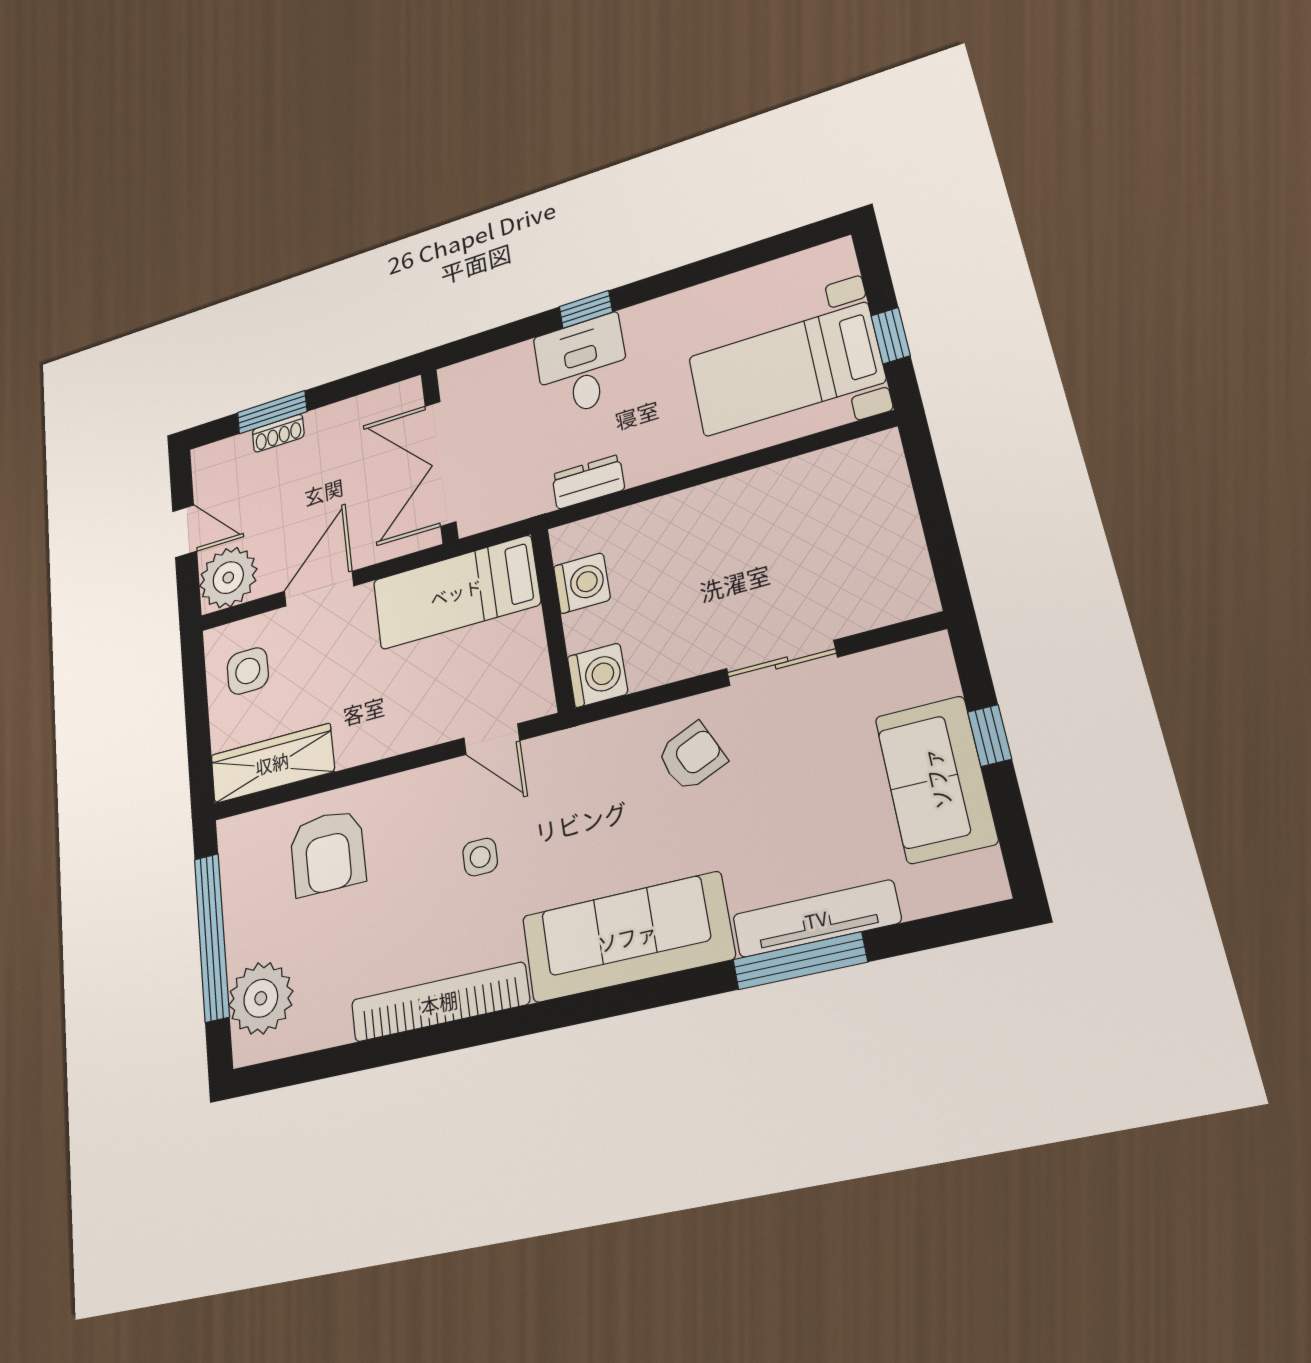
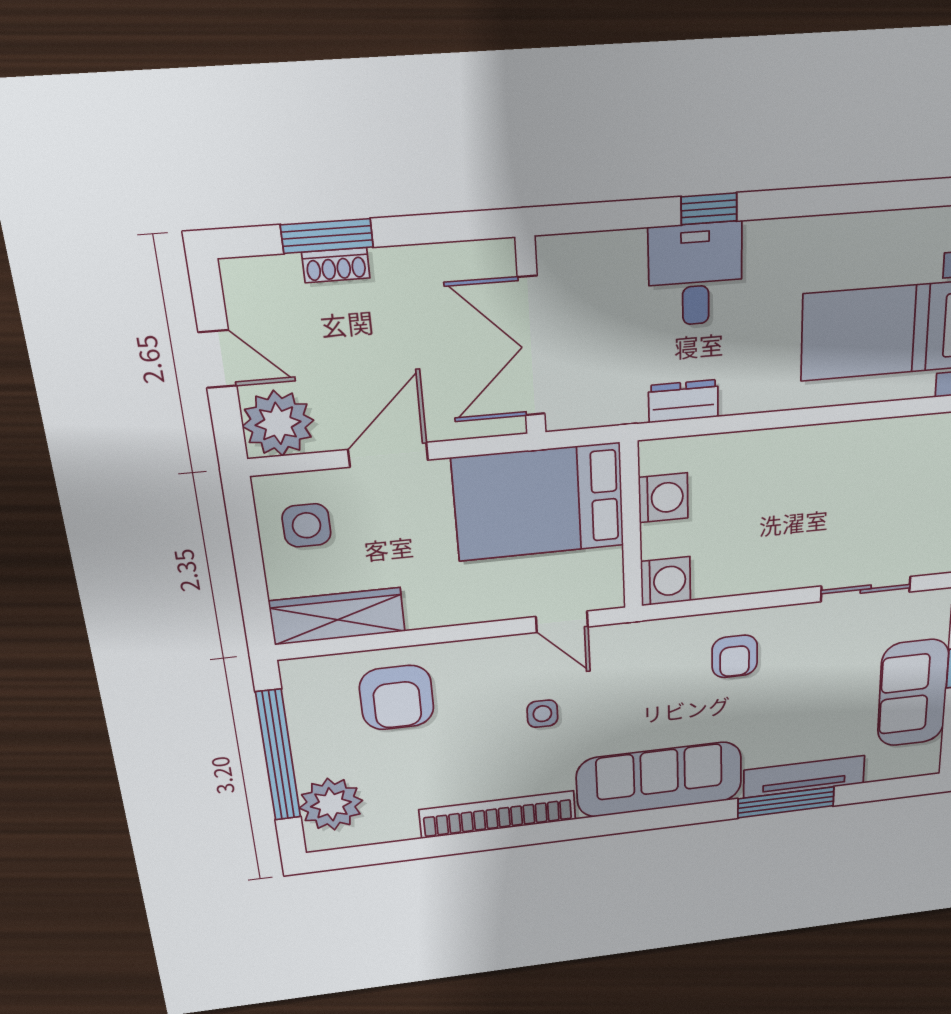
bed: (456, 592) -> (539, 502), width x1.50
sliding door: (781, 663) -> (866, 589), moved
armchair: (692, 757) -> (735, 656), turned 114

